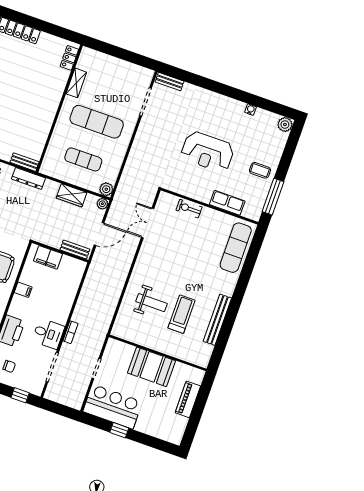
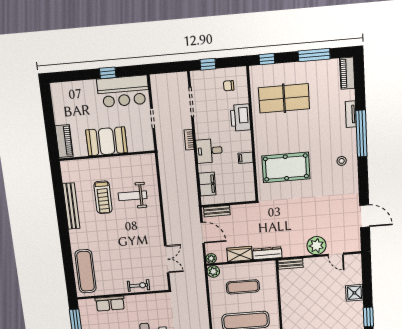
dresser: (28, 178) -> (267, 253), moved
door: (99, 234) -> (203, 233), swing flipped
filing cabinet: (48, 257) -> (207, 184), moved, turned 90
desk: (48, 334) -> (209, 151), moved
piano: (188, 399) -> (64, 141), moved

